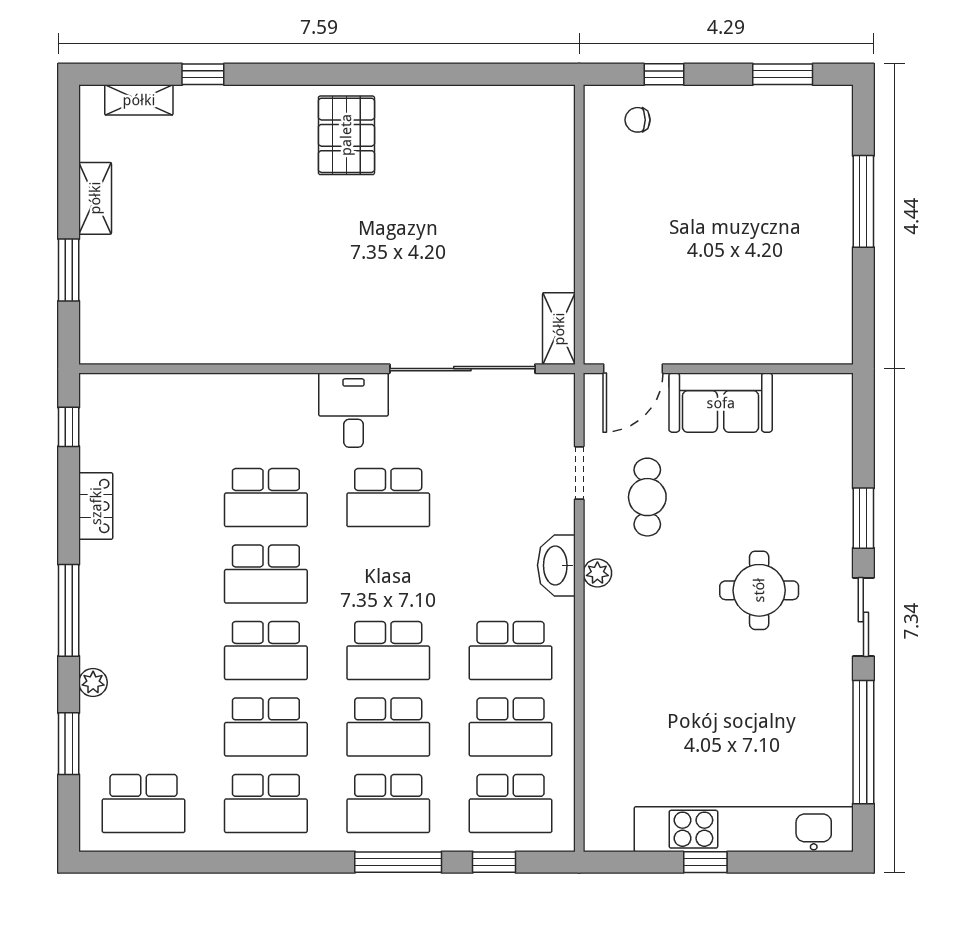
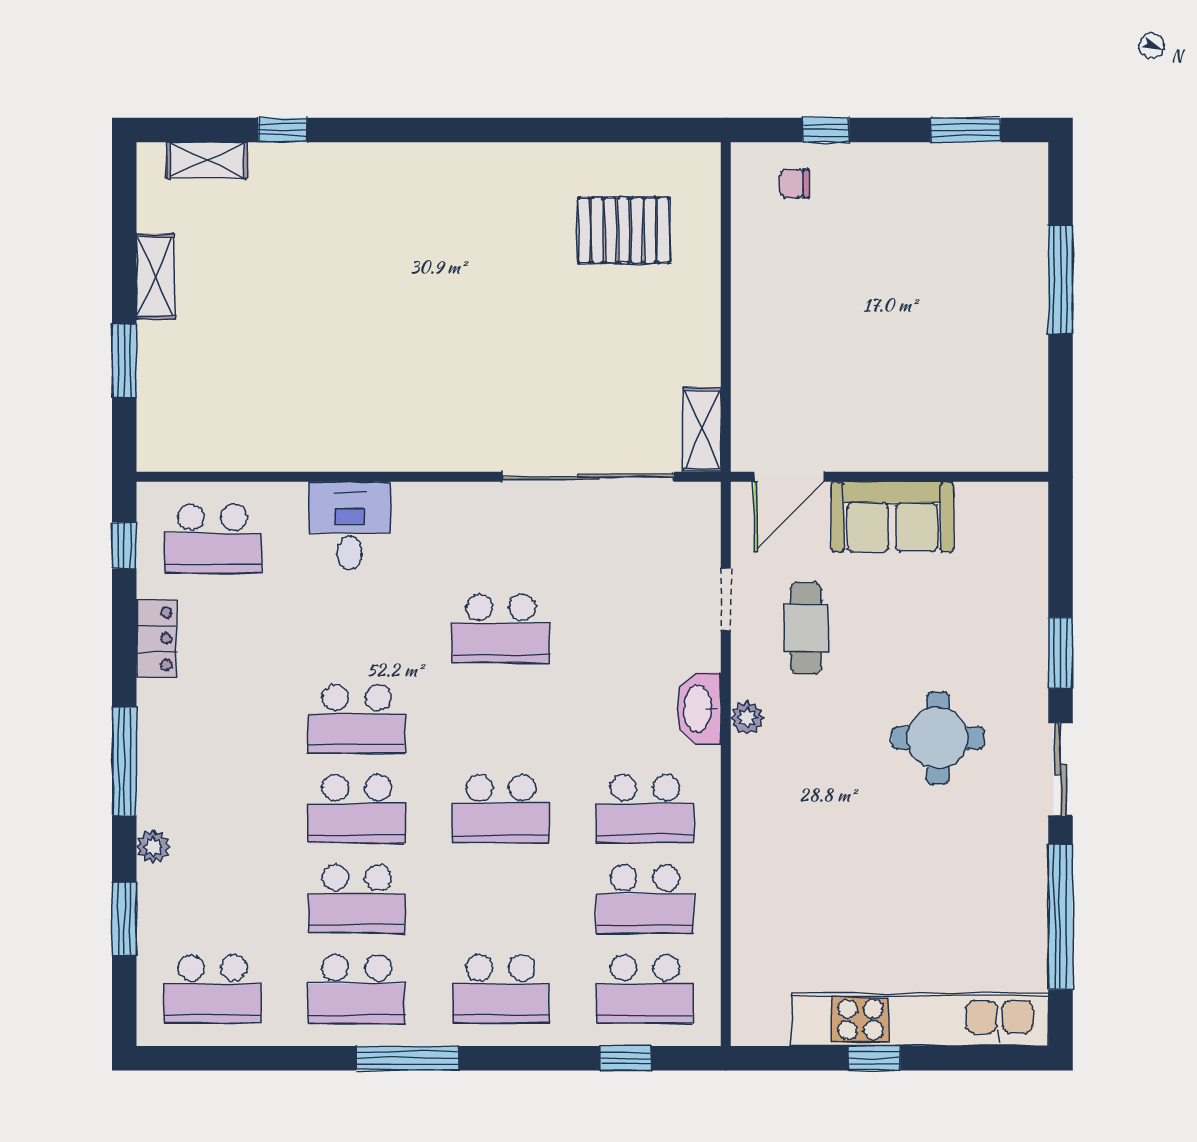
pallet: (346, 135) -> (624, 230), moved, turned 90
desk: (354, 410) -> (350, 526), moved
school desk: (266, 498) -> (212, 539), moved
school desk: (388, 727) -> (501, 899), removed
window: (398, 862) -> (407, 1058), moved

